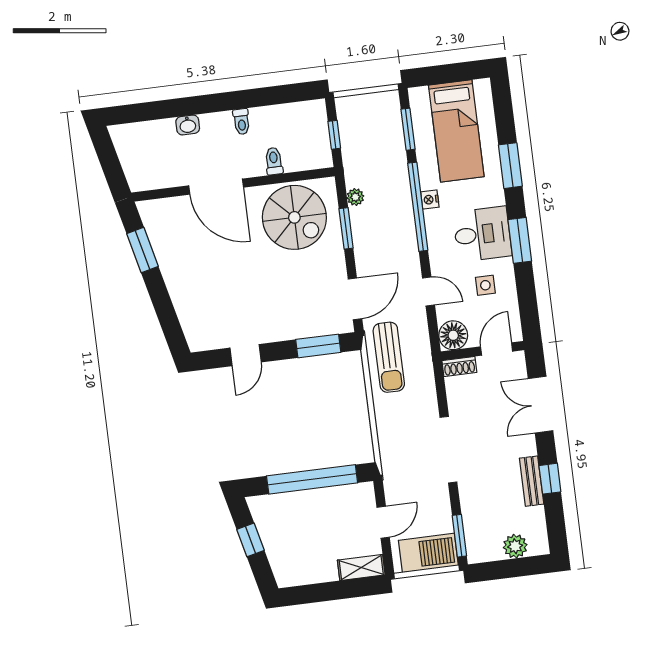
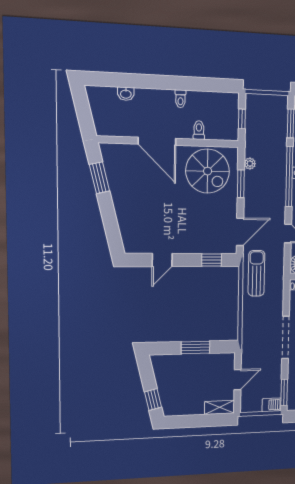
washbasin: (188, 125) -> (126, 94), moved
window: (318, 346) -> (212, 260), width x0.67
sun lounger: (389, 357) -> (256, 273), turned 180
window: (312, 479) -> (195, 348), width x0.47
window: (250, 540) -> (153, 400), moved
barbecue: (428, 553) -> (272, 405), width x0.53, depth x0.65

